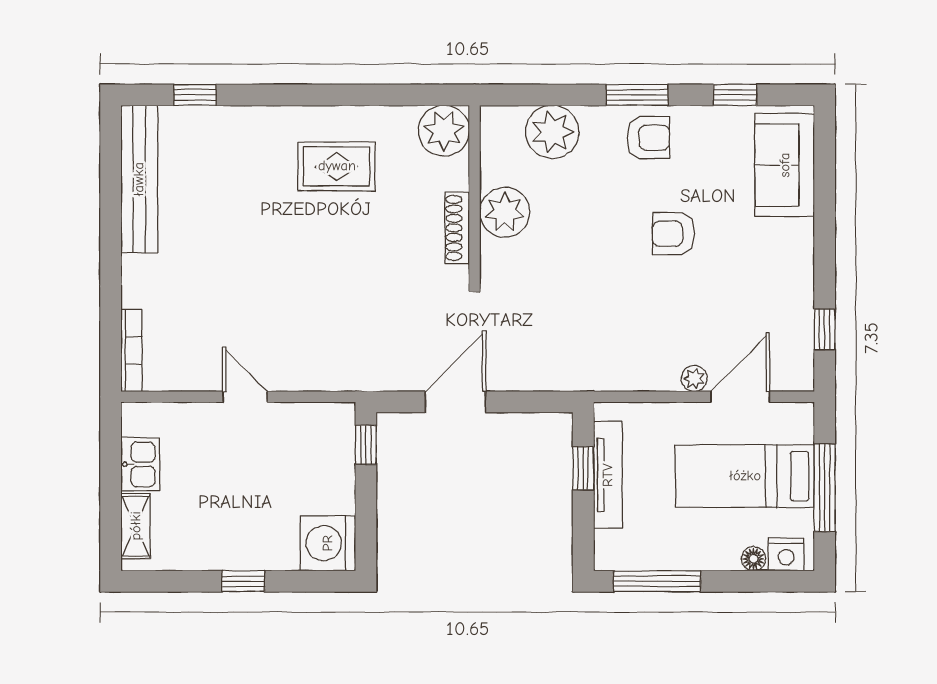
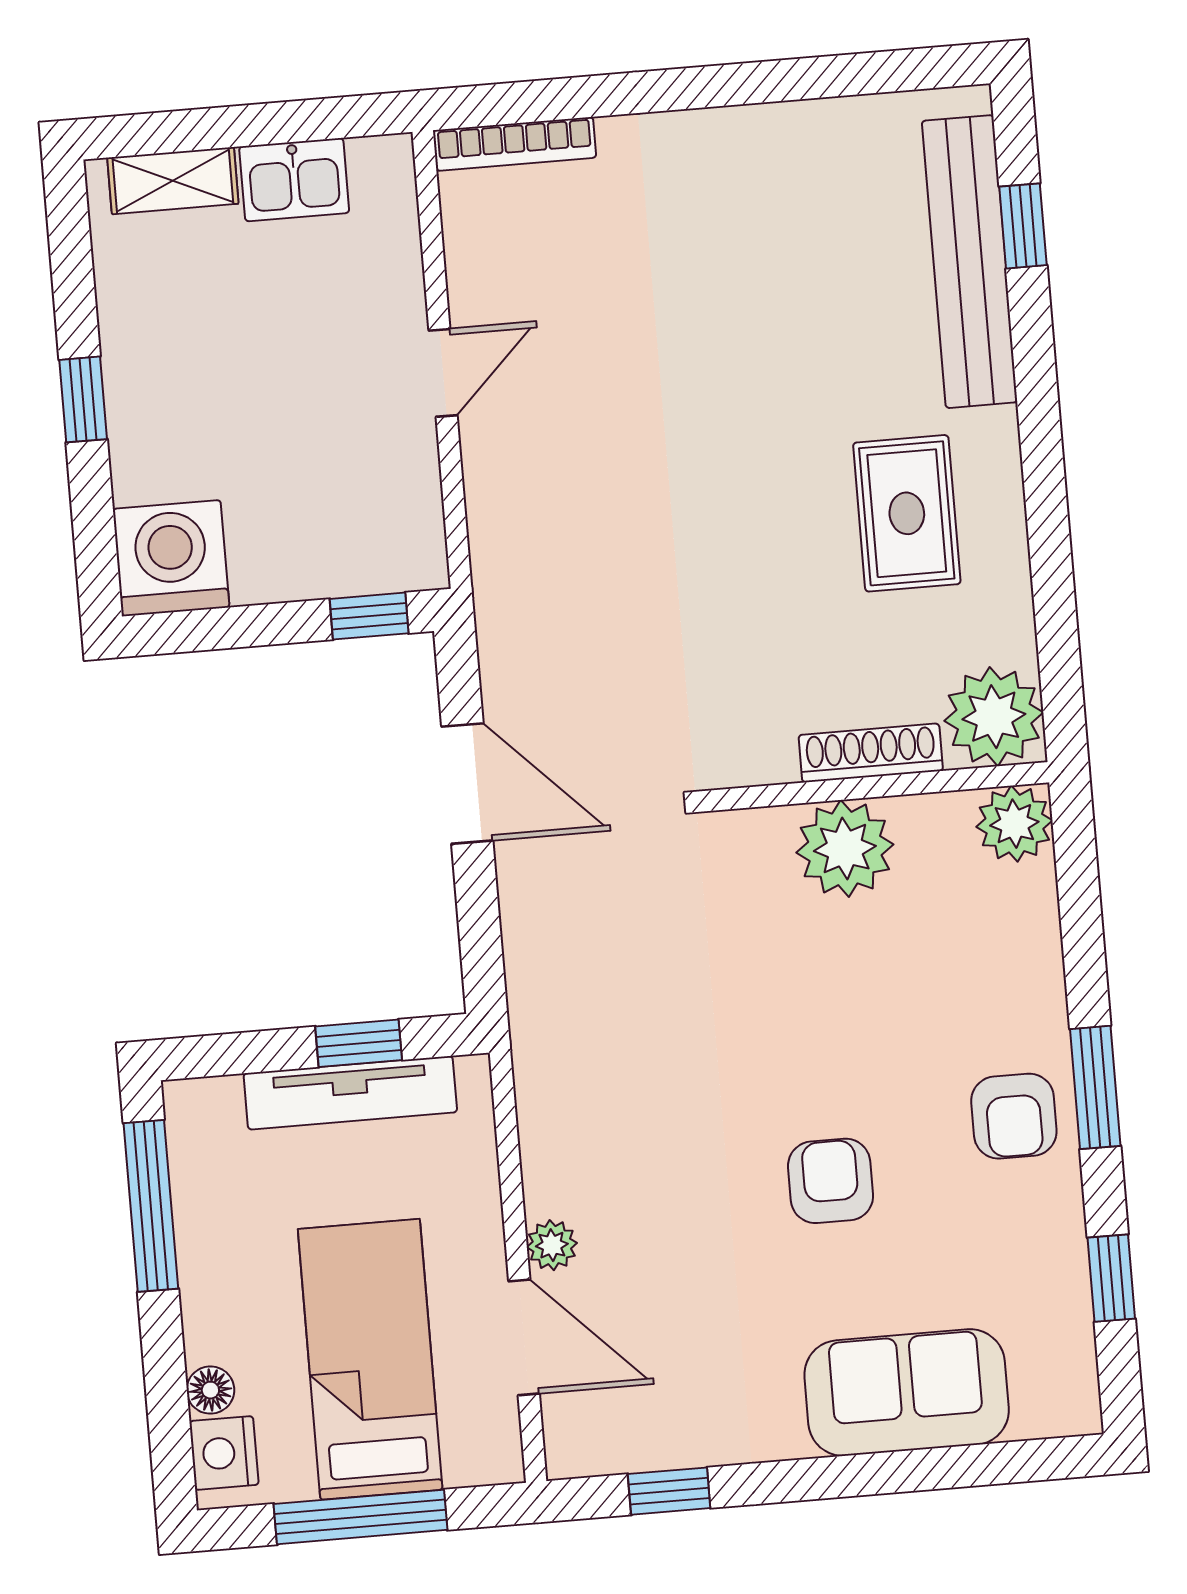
plant: (552, 132) -> (1014, 824), moved, width x0.73, depth x0.73
sofa: (785, 165) -> (907, 1393), moved
bench: (139, 179) -> (970, 262), moved, turned 90
shoe rack: (457, 228) -> (871, 753), moved

